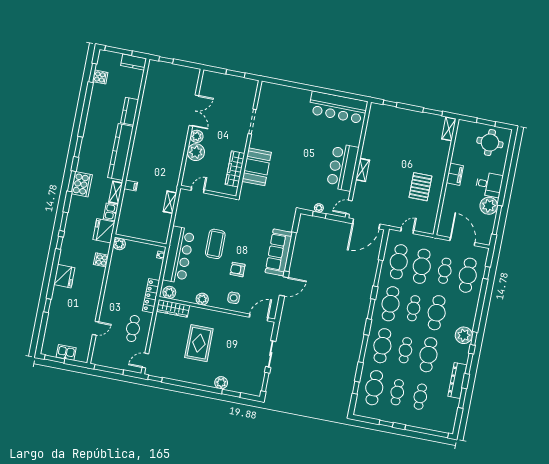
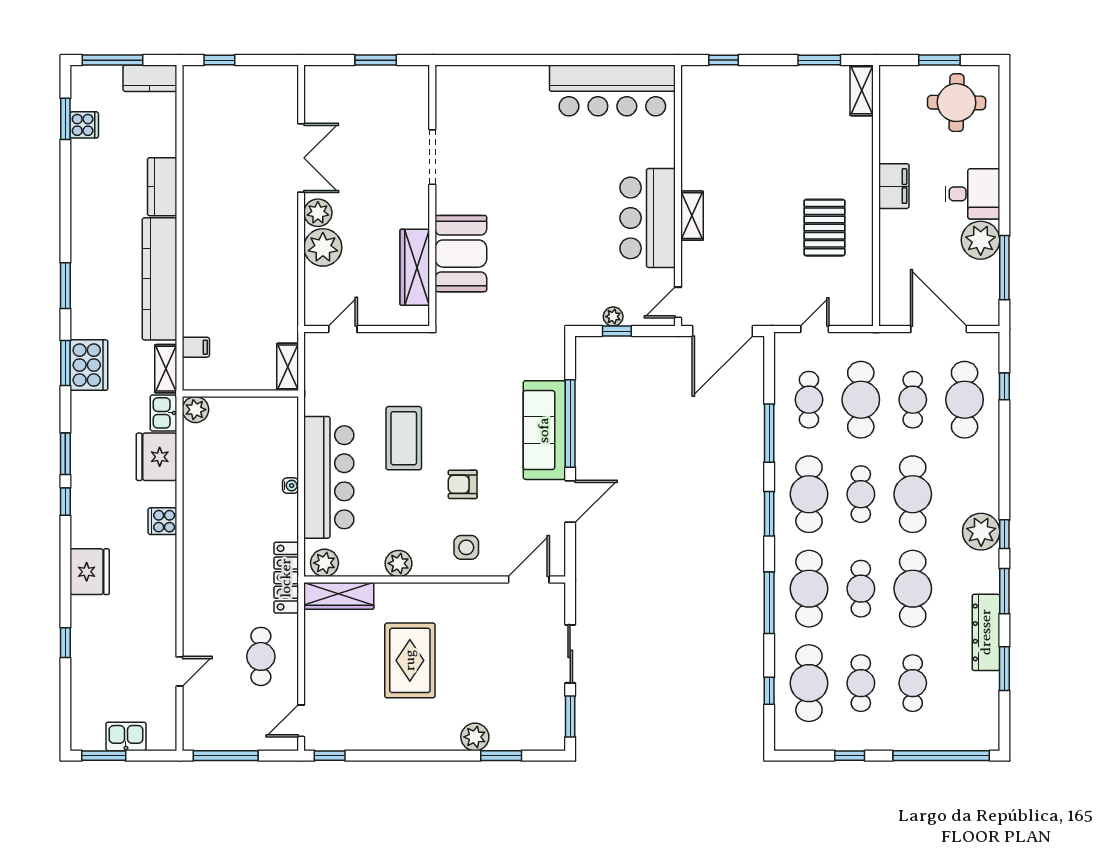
wall: (141, 241) -> (240, 394), moved
plant: (119, 244) -> (195, 410), moved
cafe table: (399, 262) -> (809, 400), width x0.73, depth x0.74

